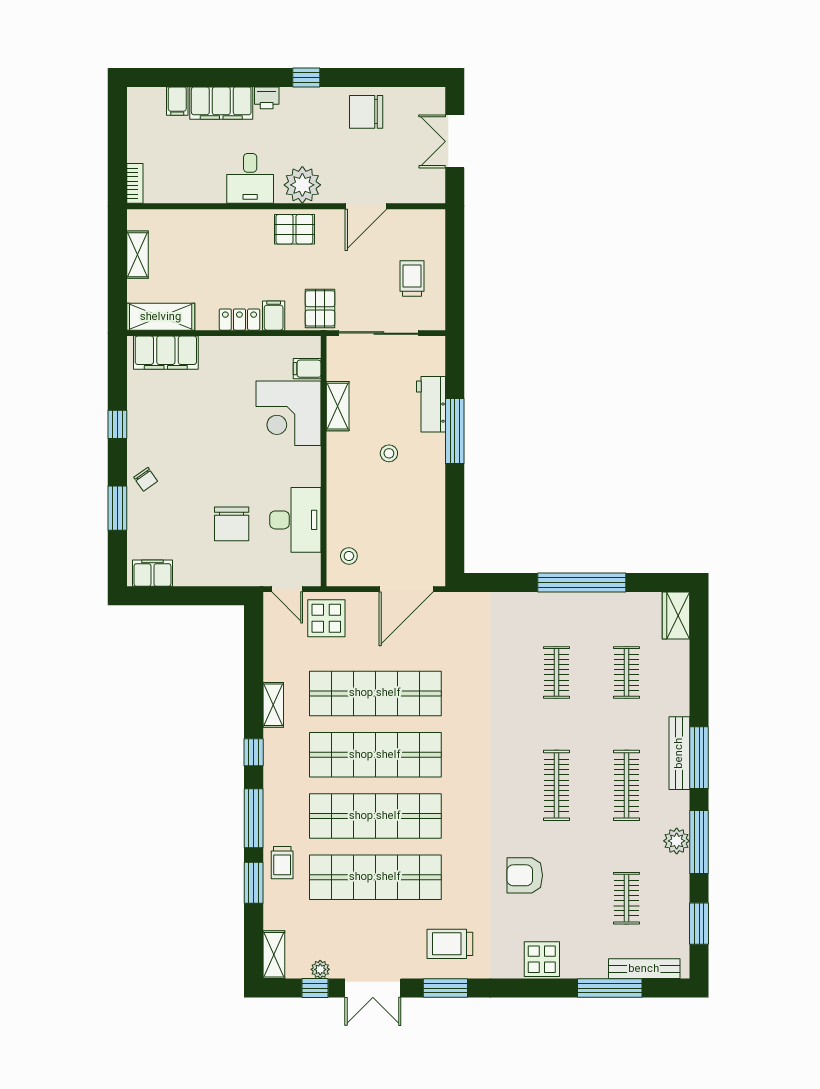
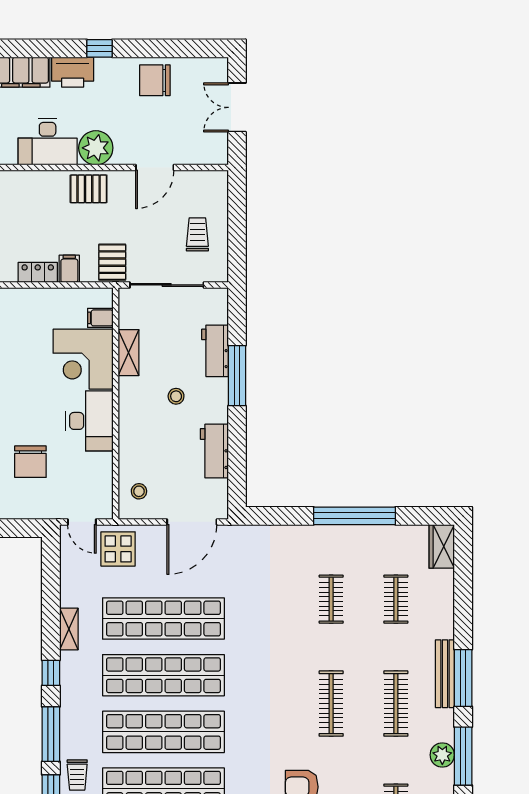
printer: (267, 98) -> (73, 72), width x1.87, depth x1.48
desk: (250, 178) -> (48, 142), width x1.37
workbench: (430, 513) -> (214, 451), added
desk: (295, 520) -> (89, 421), moved

